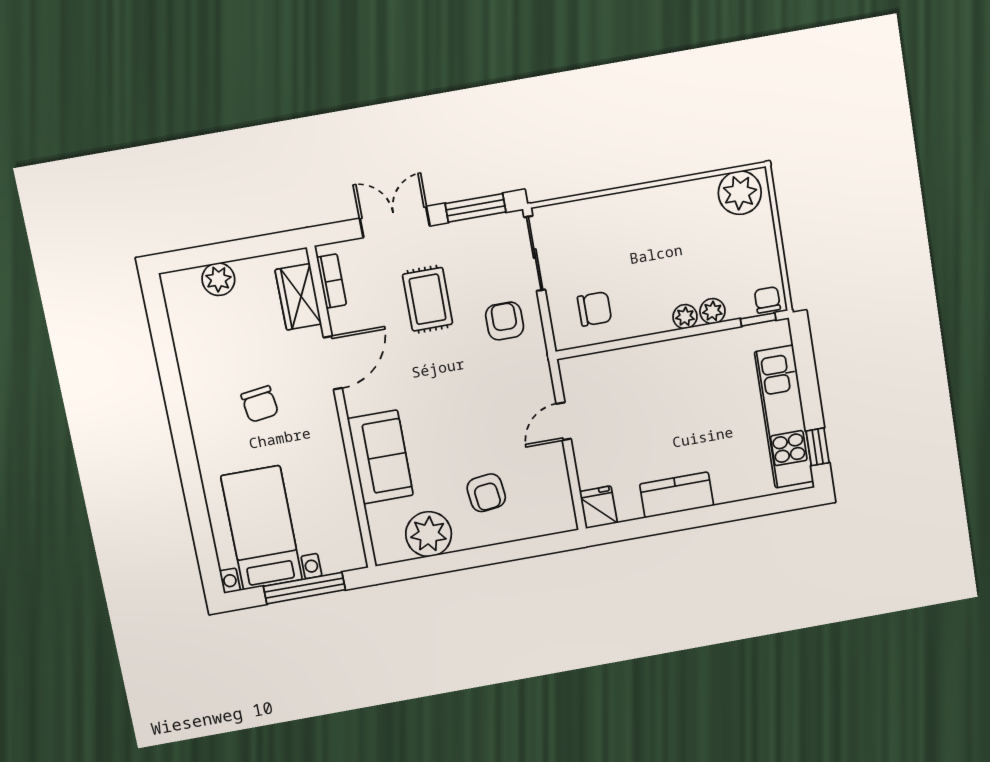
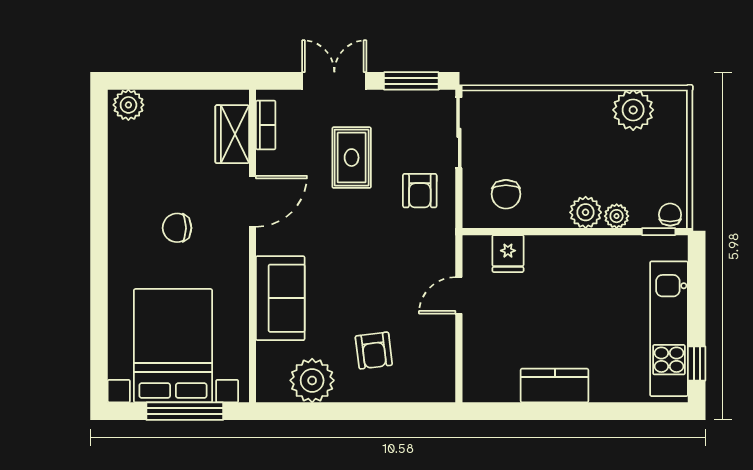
plant: (740, 193) -> (633, 110), moved
plant: (218, 279) -> (128, 105), moved
chair: (595, 309) -> (506, 194), turned 90
plant: (685, 317) -> (586, 212), width x1.38, depth x1.38
armchair: (505, 321) -> (420, 191), turned 180
chair: (260, 404) -> (177, 228), turned 98
fridge: (598, 507) -> (508, 254), moved, turned 180
bed with nightstands: (262, 528) -> (173, 346), width x1.36

